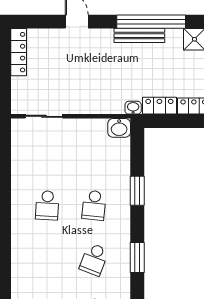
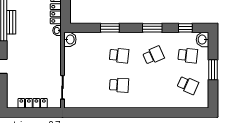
bench: (139, 36) -> (11, 22), width x0.73
locker: (19, 52) -> (33, 103), moved
school desk: (94, 259) -> (153, 55), turned -45

